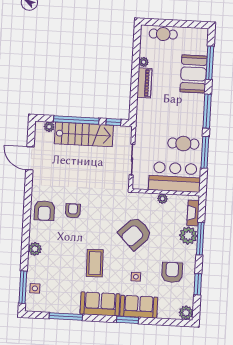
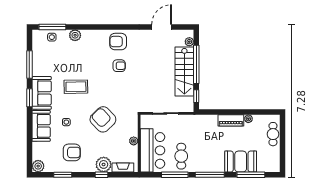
window: (200, 239) -> (102, 175), width x0.46
plant: (35, 249) -> (75, 35), moved
window: (127, 320) -> (29, 98), moved

